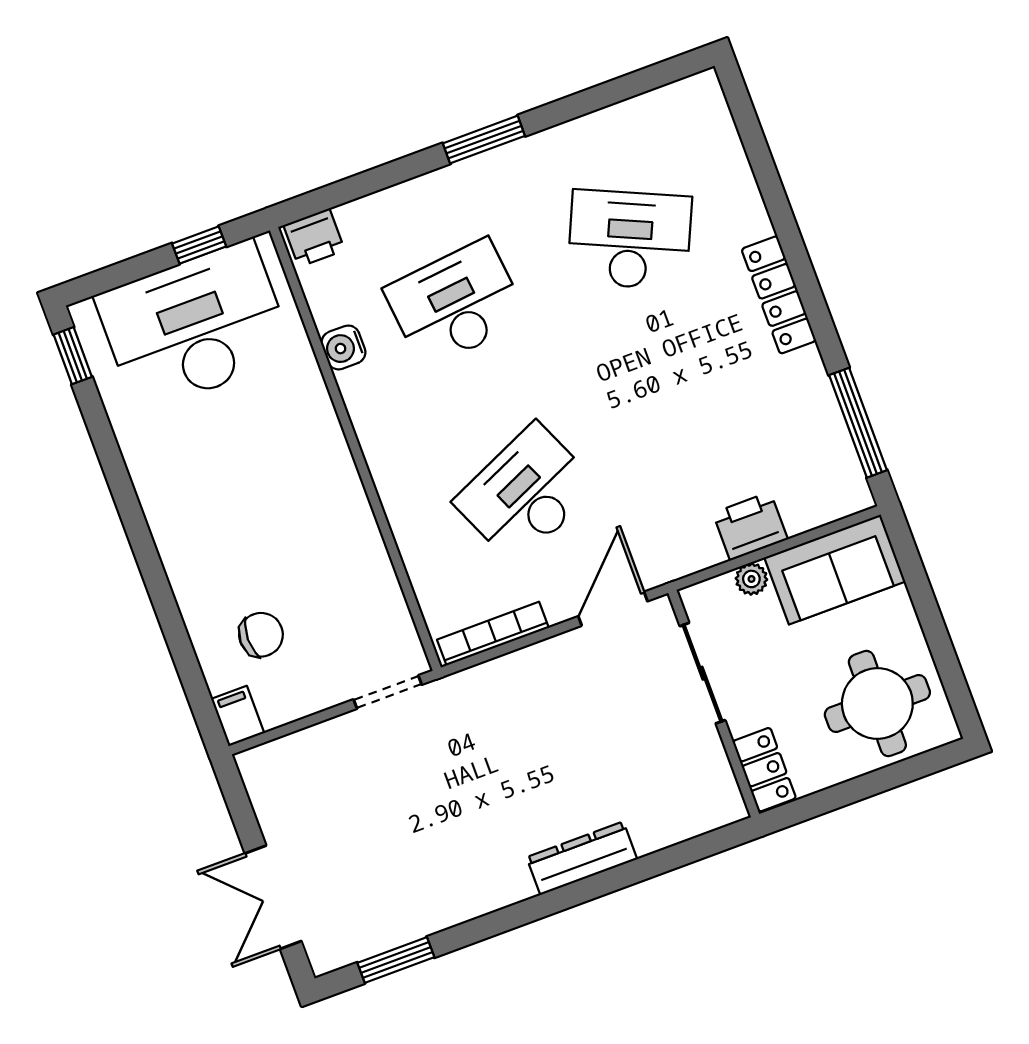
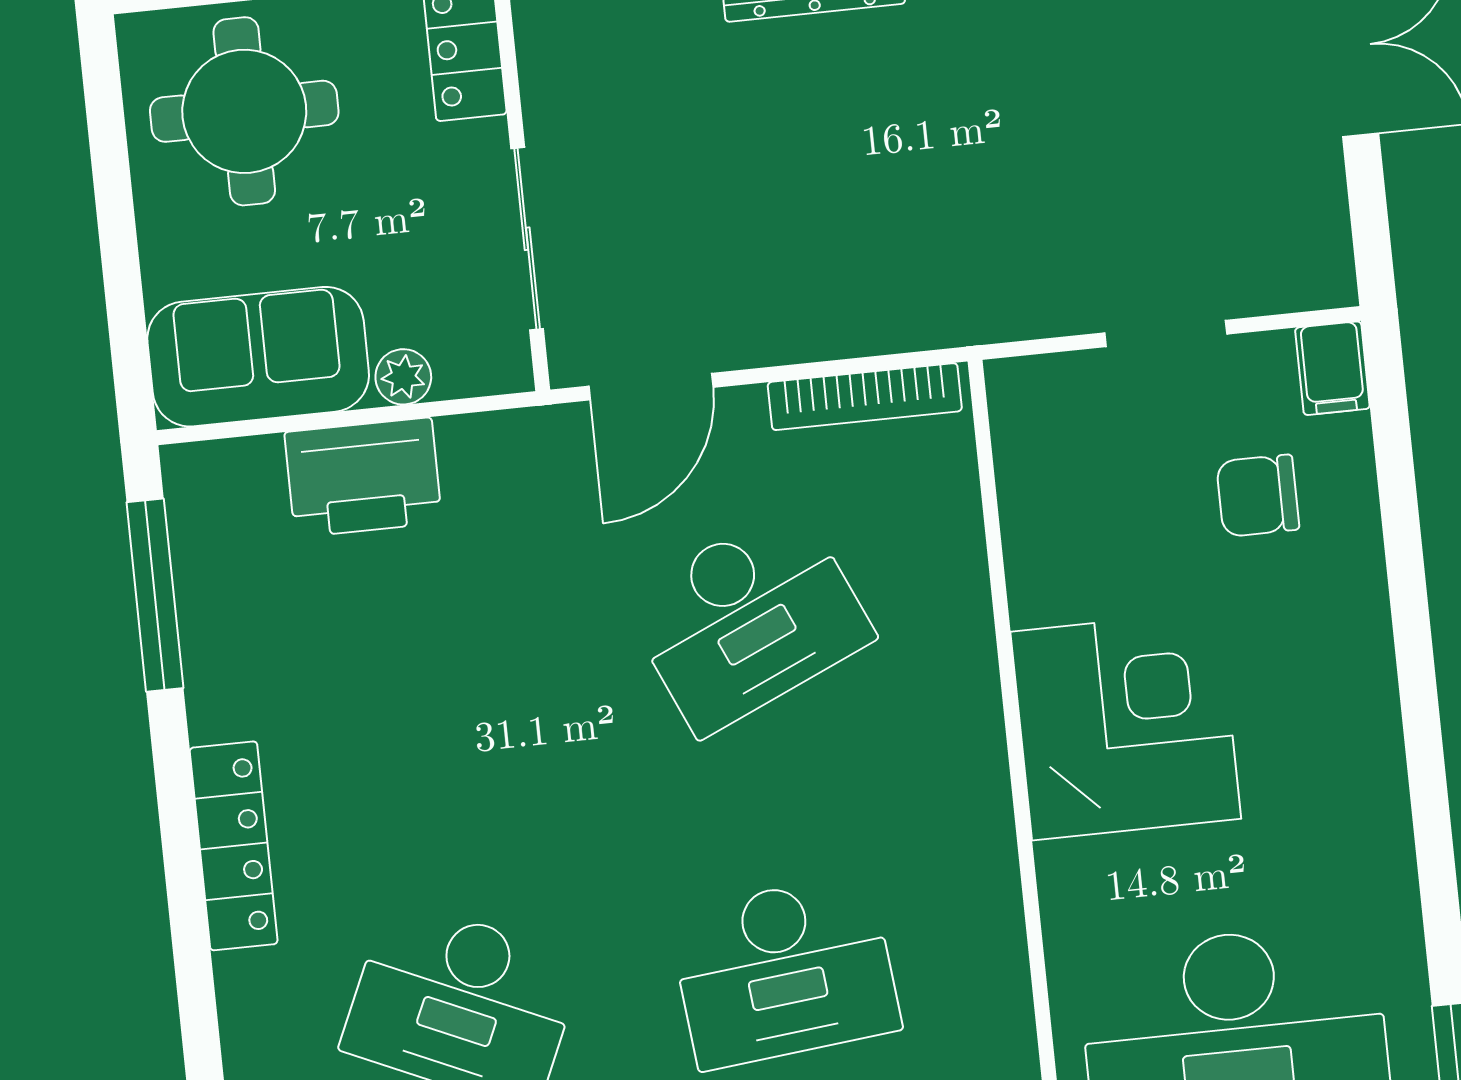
water cooler: (343, 347) -> (993, 946), removed
corner desk: (302, 489) -> (1126, 725), added
printer: (750, 526) -> (363, 477), width x1.37, depth x1.19
doorway: (388, 692) -> (1166, 333), moved

